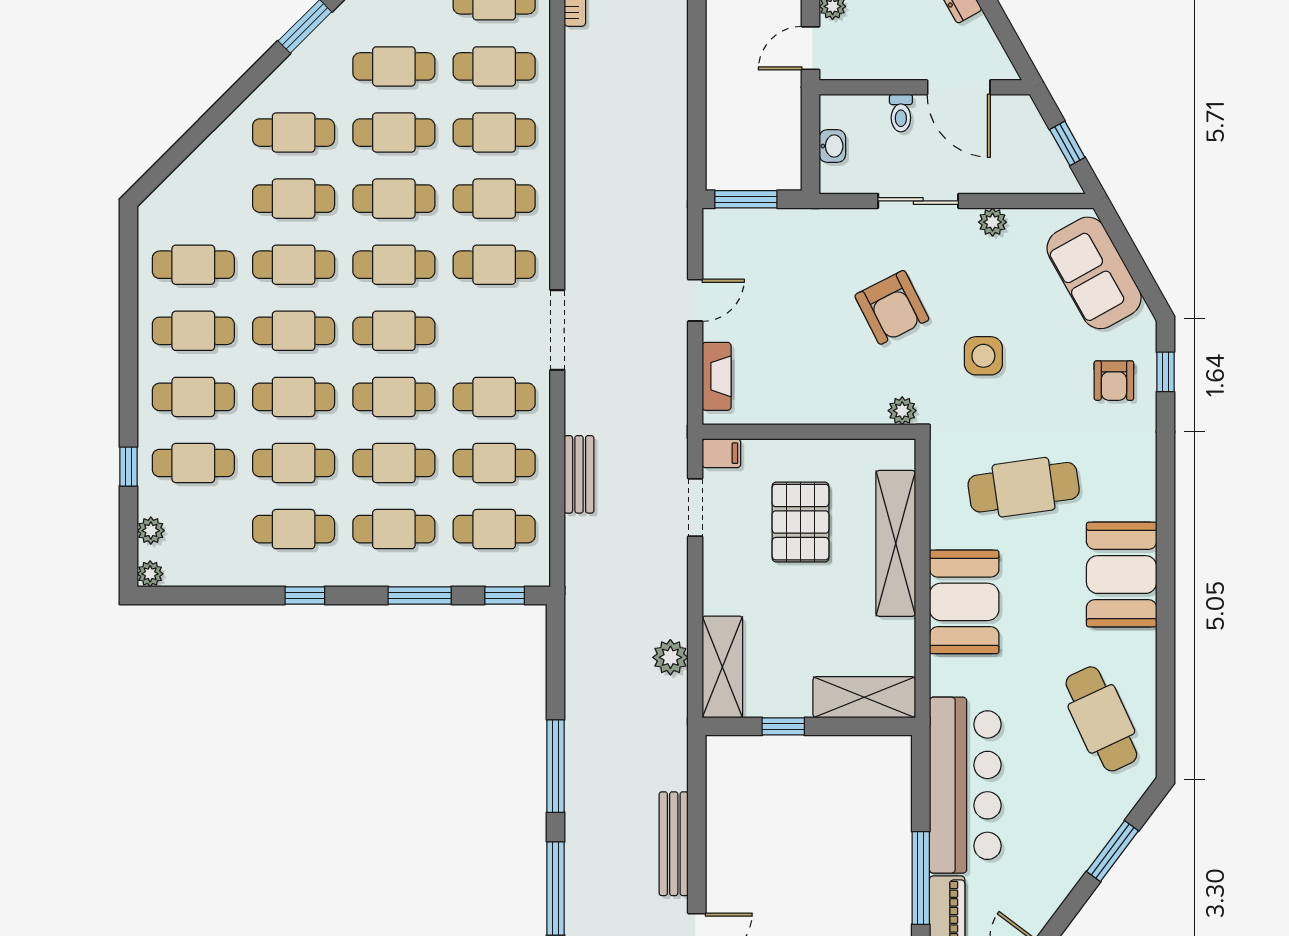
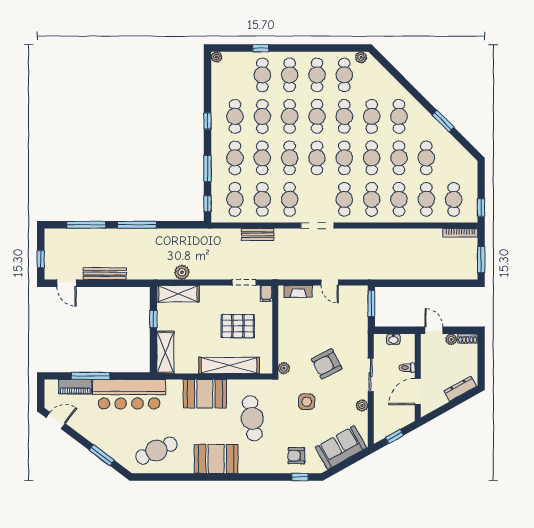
plant: (151, 531) -> (361, 57), moved

